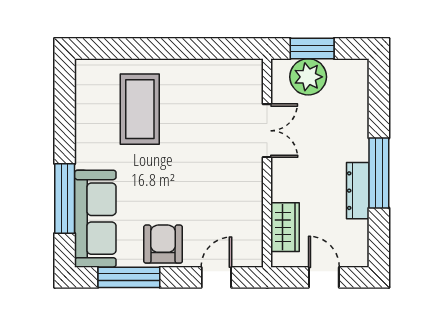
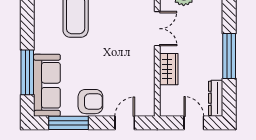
dresser: (358, 191) -> (216, 98), moved
wardrobe: (285, 227) -> (169, 69), moved
armchair: (163, 244) -> (90, 102), turned 90

